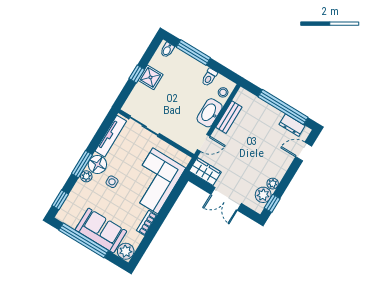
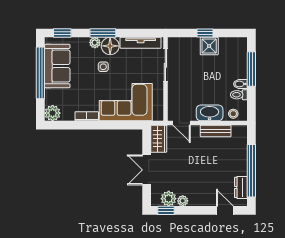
bidet: (167, 50) -> (240, 84), moved
sofa: (101, 231) -> (57, 66), moved

